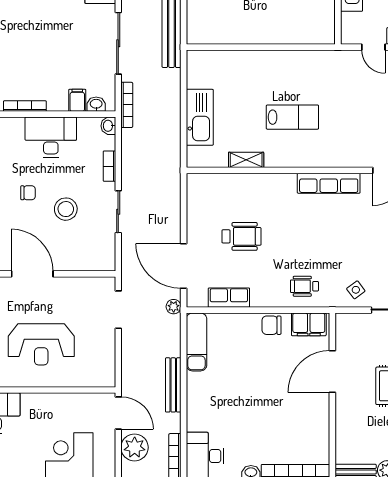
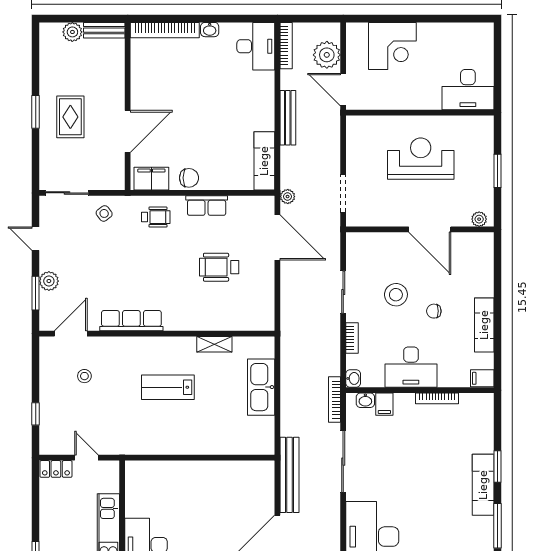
stool: (375, 128) -> (84, 376), added
row of seats: (229, 298) -> (207, 206), moved

